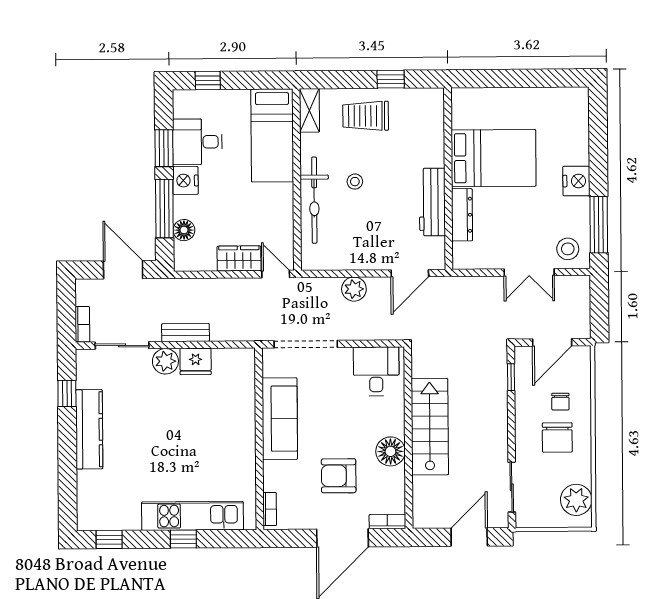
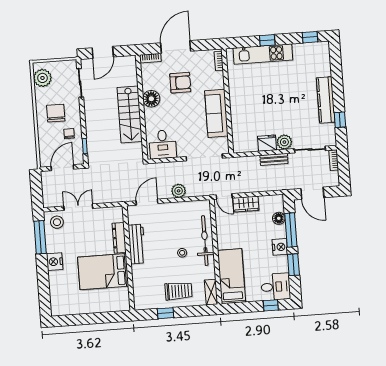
desk: (197, 142) -> (276, 287), moved
chair: (560, 402) -> (69, 134), moved

